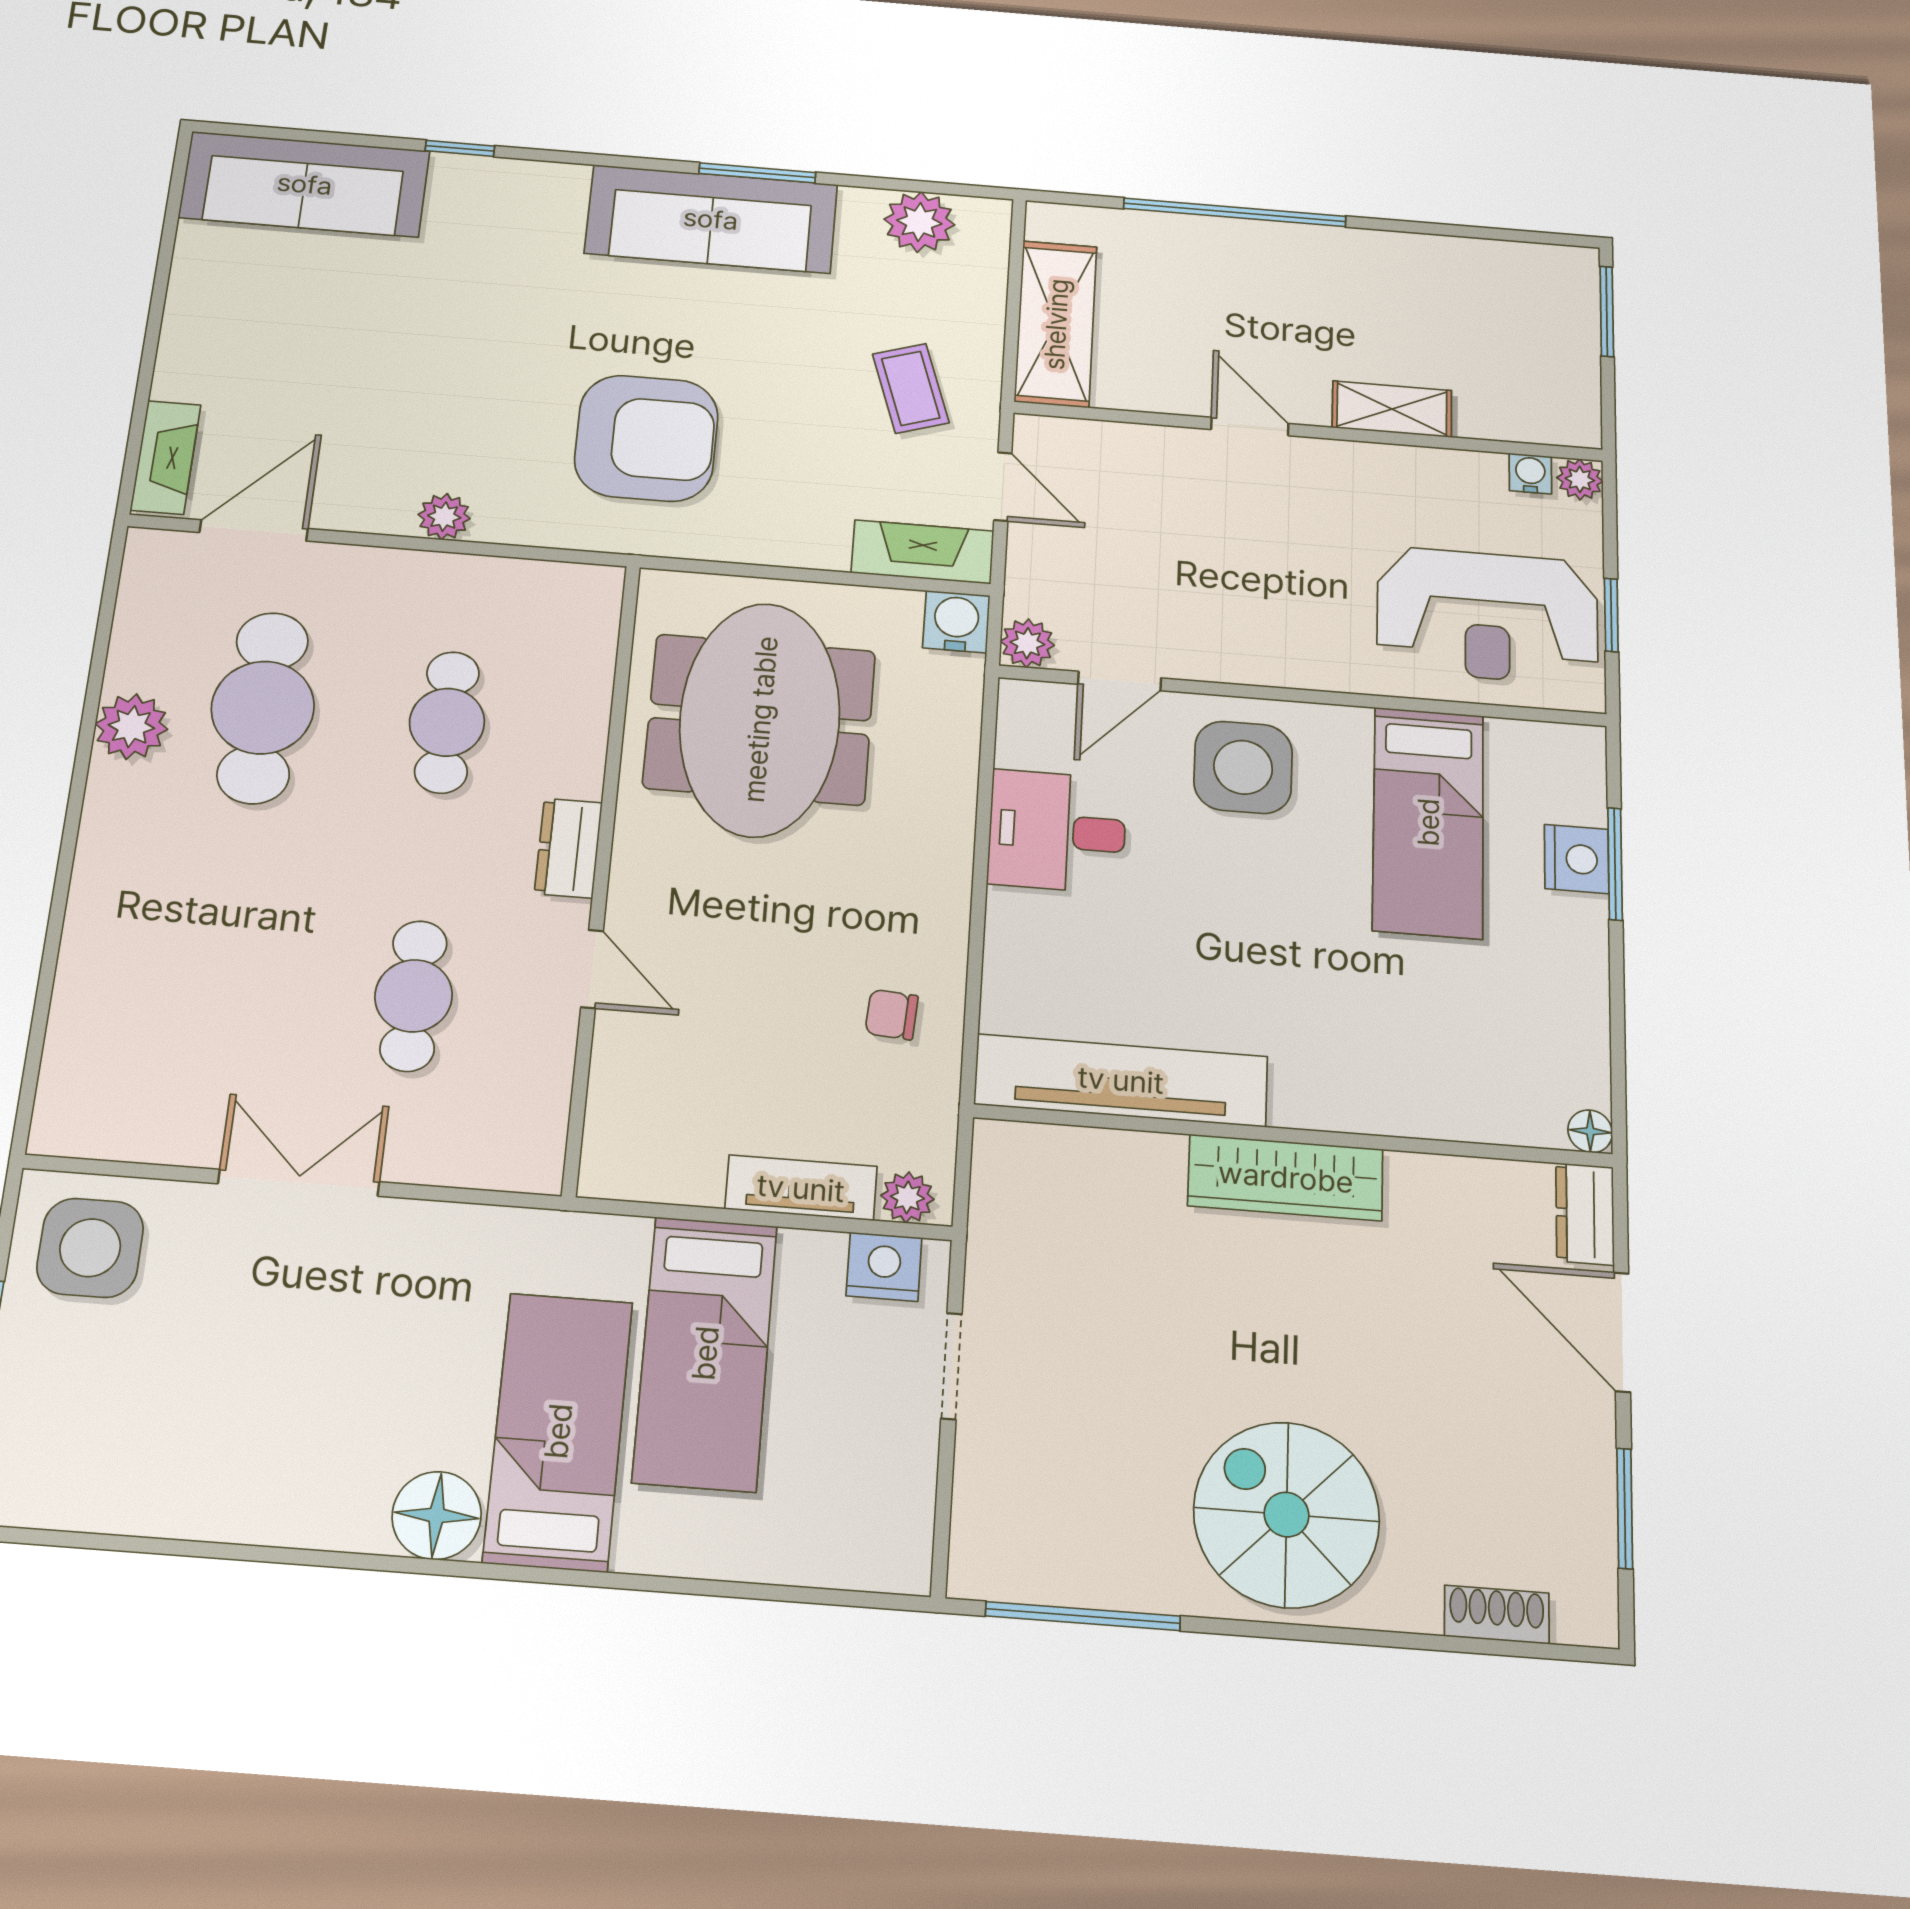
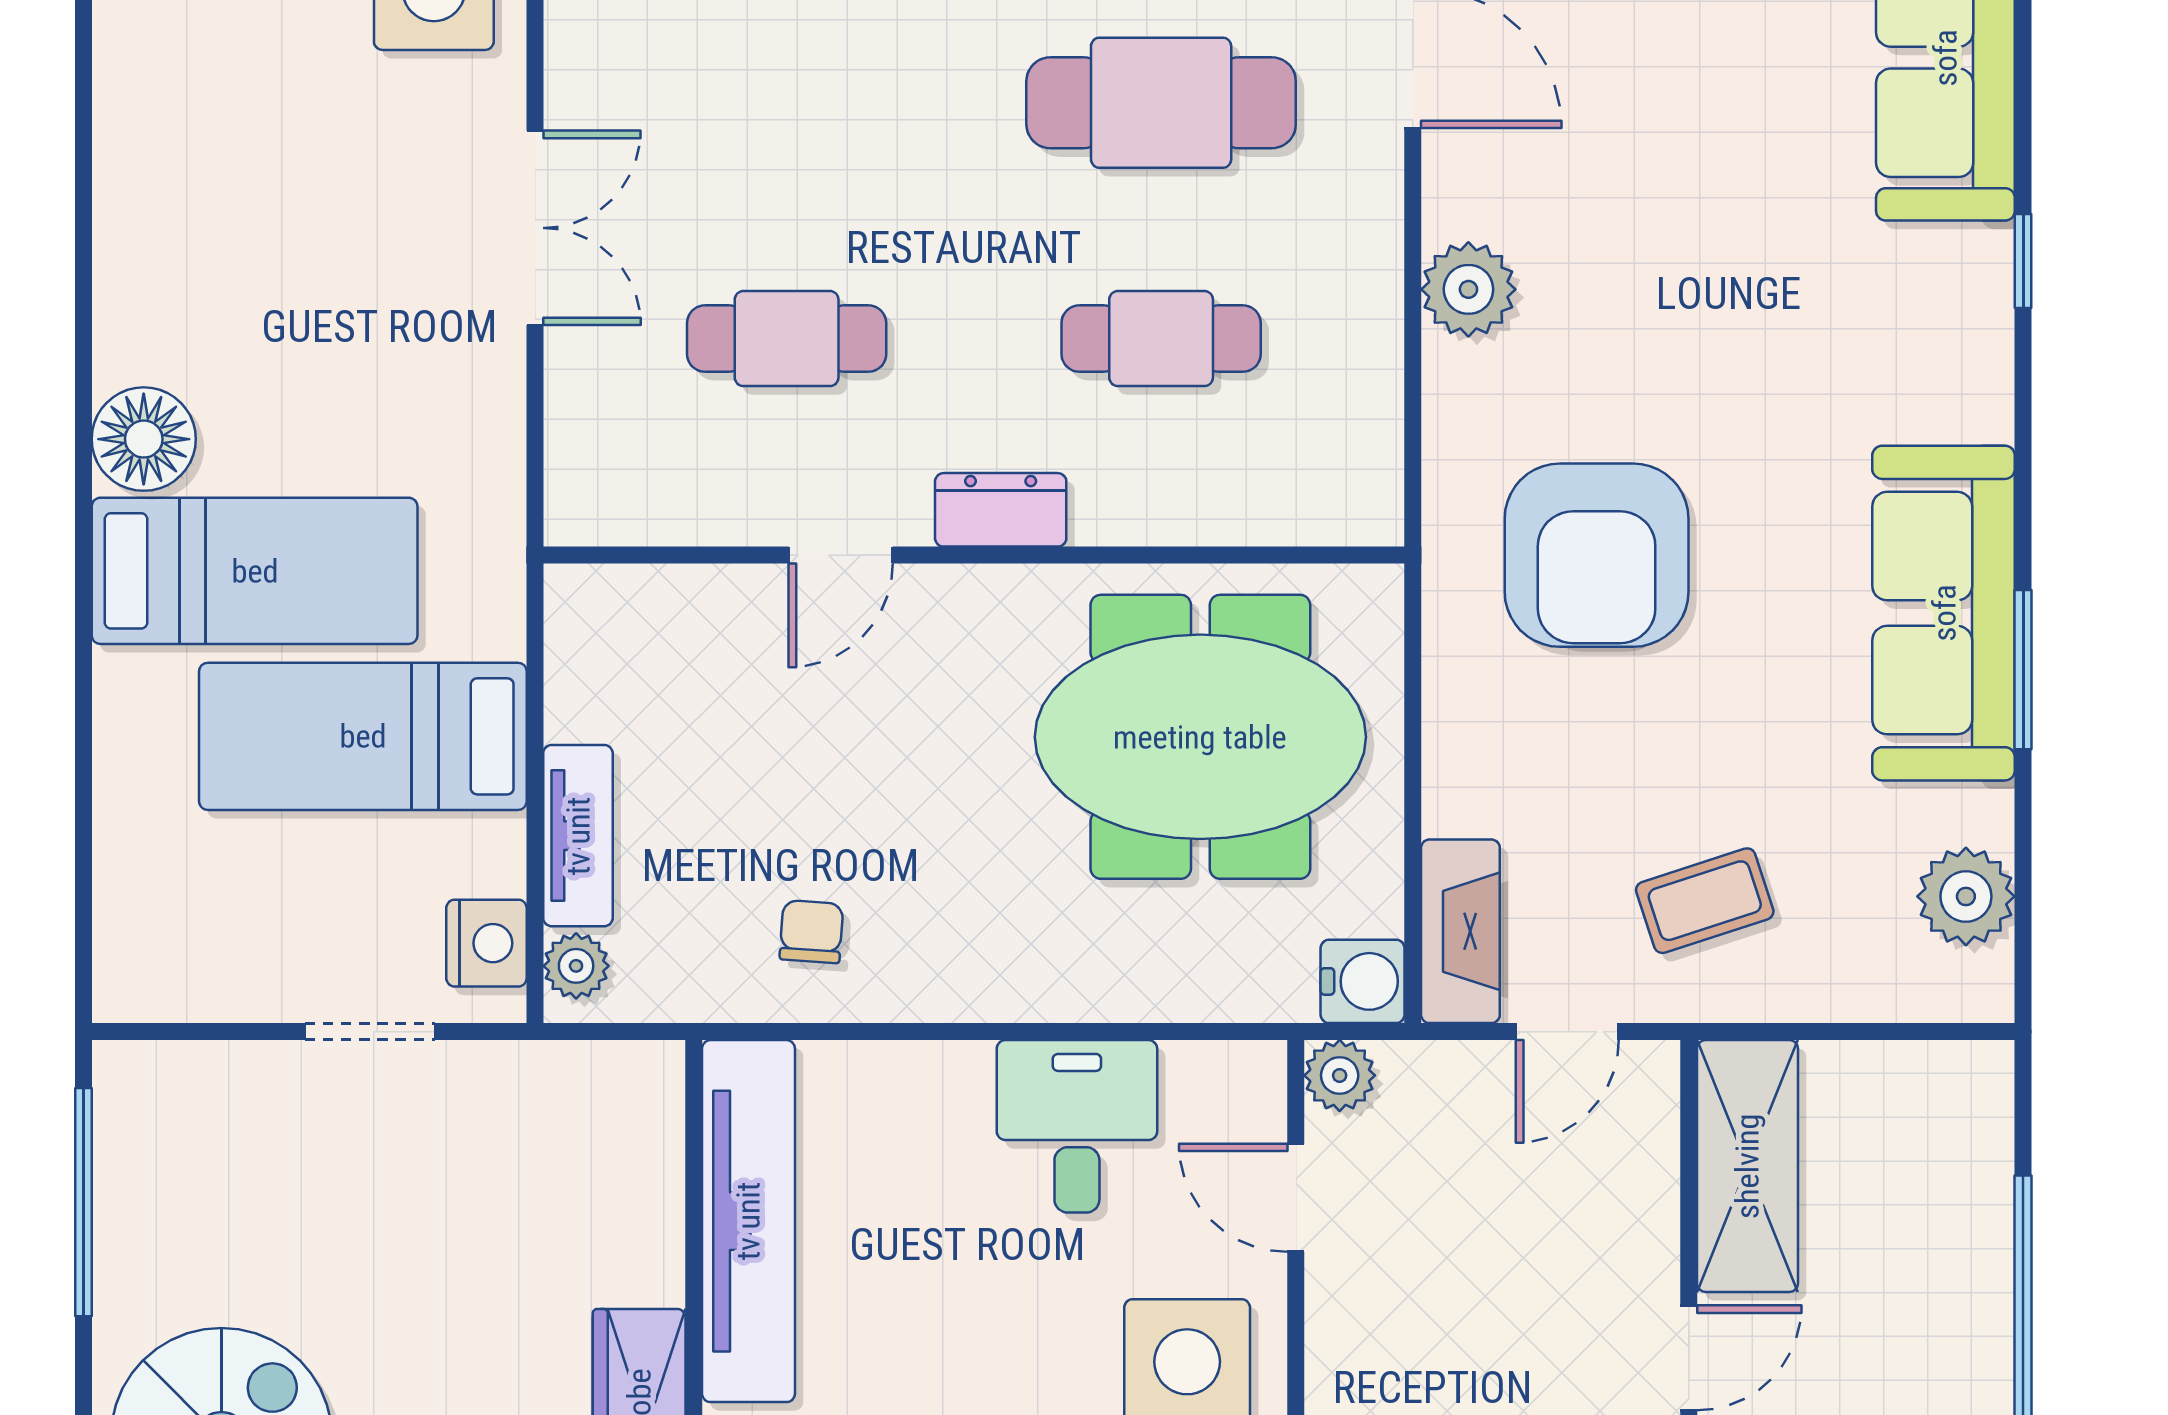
shelving: (1056, 324) -> (1747, 1166), moved, turned 90
plant: (444, 517) -> (1468, 289), width x1.38, depth x1.38

